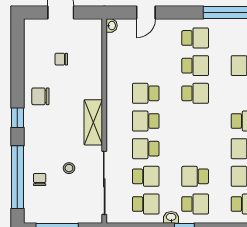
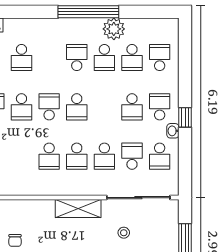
school desk: (195, 66) -> (21, 107), turned 180
school desk: (195, 121) -> (77, 107), added
school desk: (146, 204) -> (160, 156), turned 180

